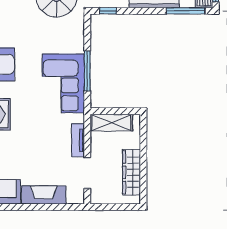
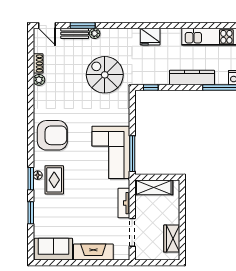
window: (87, 71) -> (132, 154), moved
wardrobe: (131, 172) -> (172, 239), width x0.67

